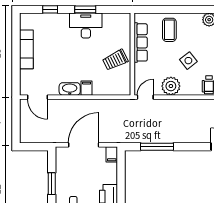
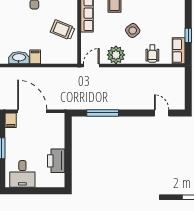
trolley: (115, 60) -> (63, 30), turned 48
door: (84, 145) -> (32, 111), hinge flipped
filing cabinet: (112, 154) -> (11, 120), moved

